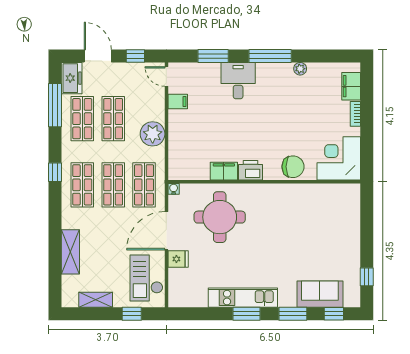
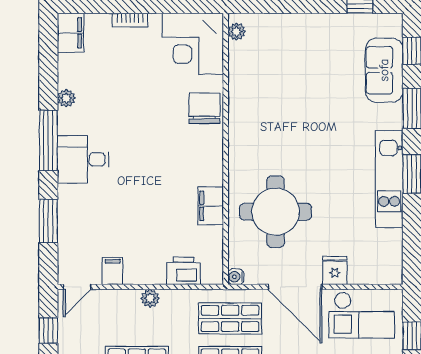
desk: (238, 81) -> (83, 159), moved
filing cabinet: (351, 86) -> (70, 33), moved, turned -90
plant: (153, 134) -> (150, 298), width x0.53, depth x0.53
printer: (251, 170) -> (184, 271), moved, turned 90
plant: (347, 189) -> (237, 32), added

